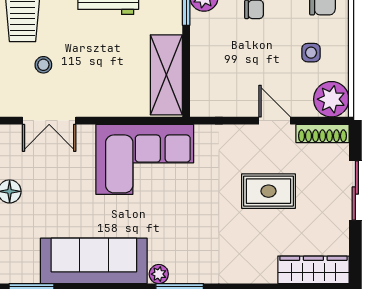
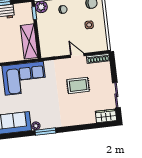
plant: (331, 99) -> (100, 44), removed
sliding door: (355, 190) -> (116, 95), moved
wardrobe: (313, 270) -> (106, 116), width x0.67

